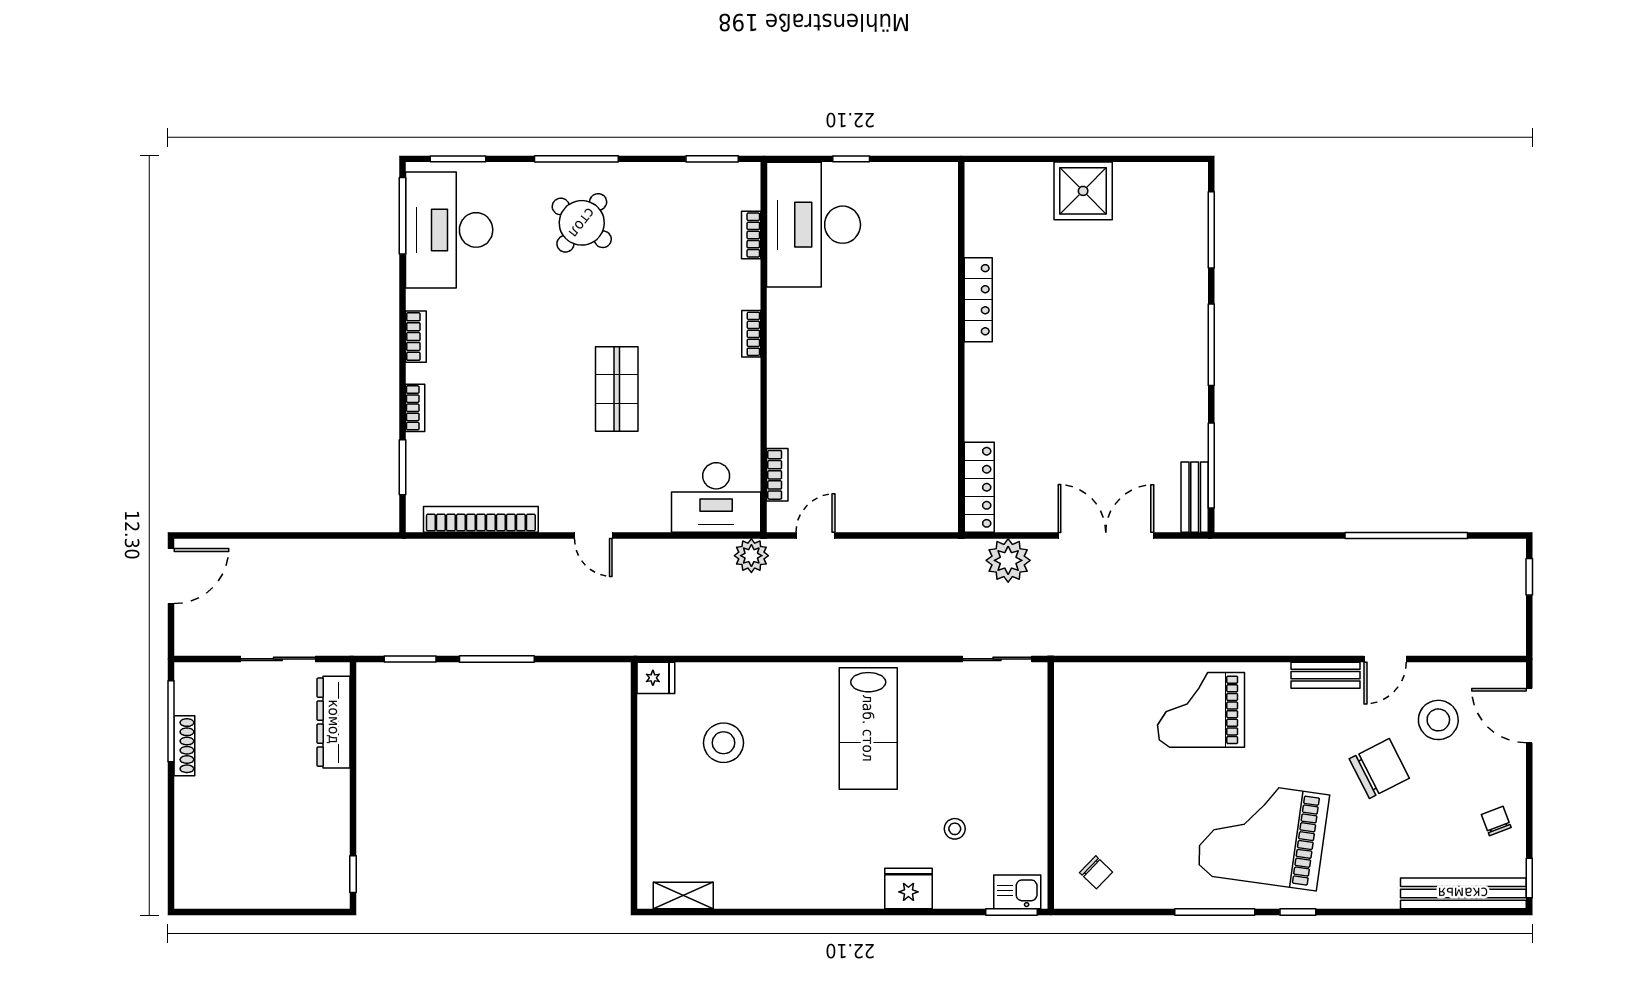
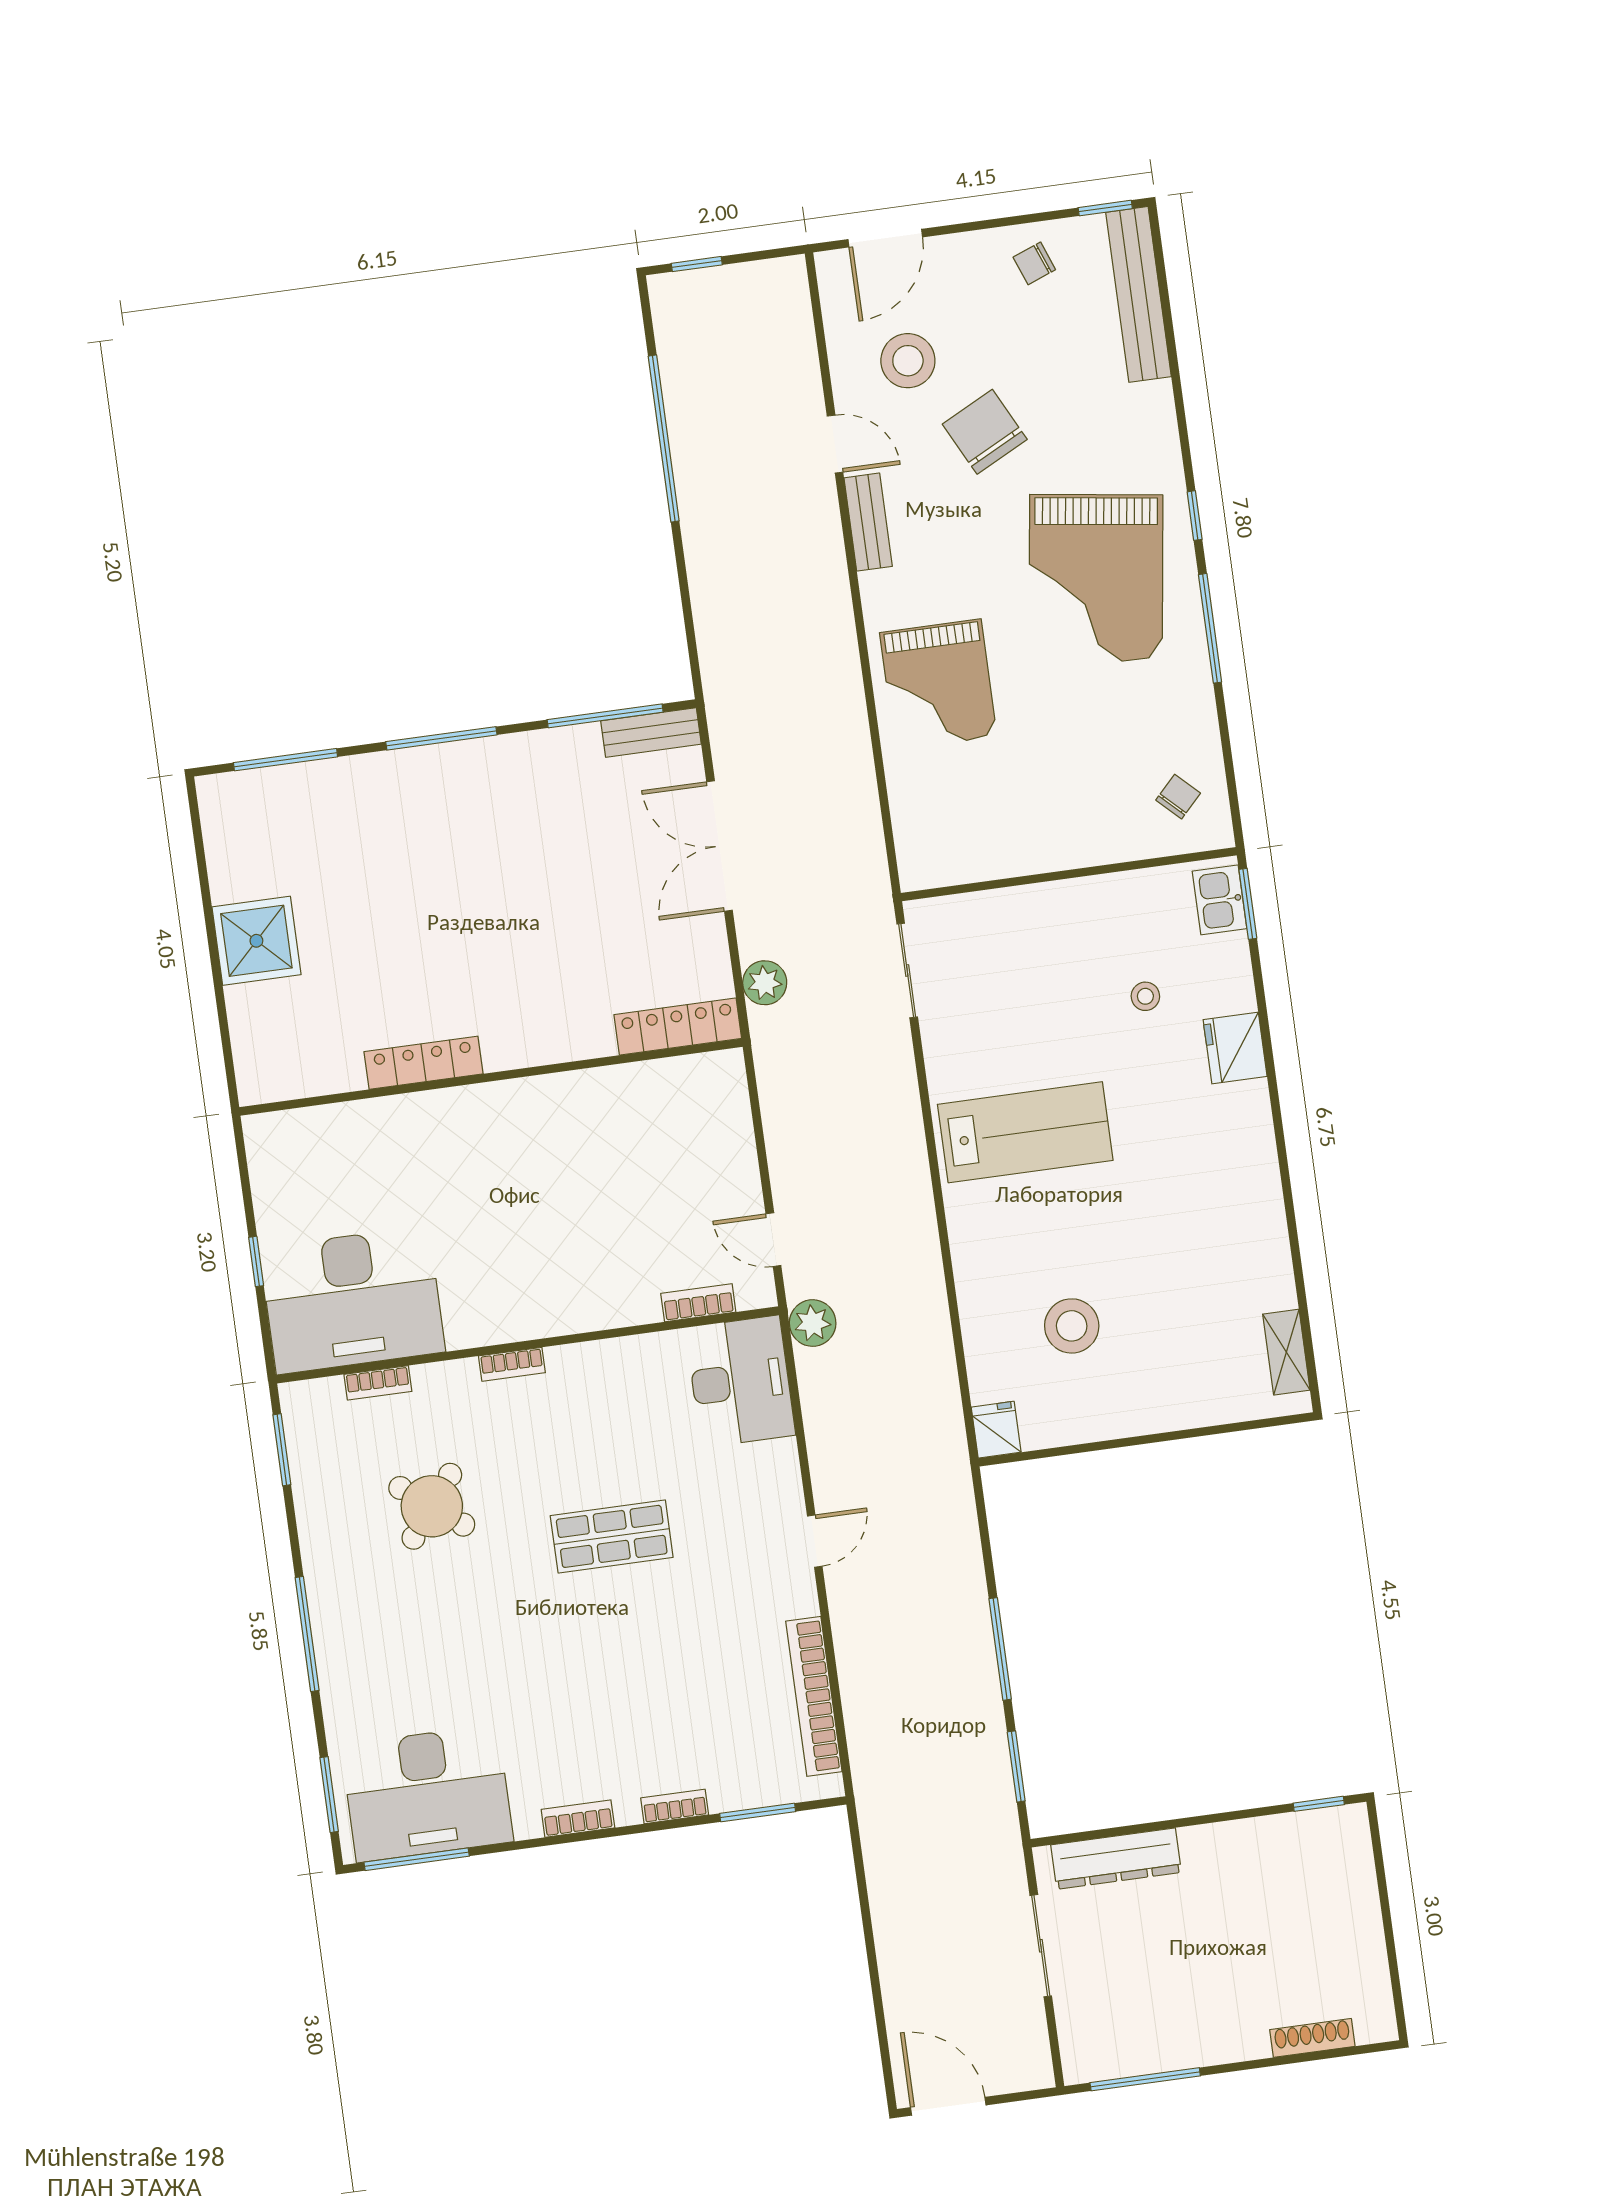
round table: (582, 223) -> (432, 1506), moved
plant: (1008, 560) -> (765, 983), width x0.73, depth x0.73
shoe rack: (184, 746) -> (1312, 2038), moved

